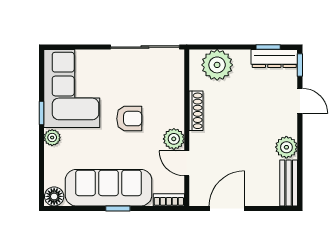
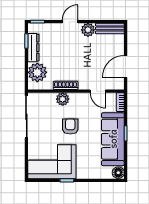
dresser: (274, 58) -> (33, 48), moved
door: (300, 101) -> (70, 22), moved
plant: (52, 138) -> (82, 174), removed
plant: (174, 139) -> (63, 99), moved
door: (187, 163) -> (98, 91), hinge flipped
door: (227, 208) -> (126, 66), hinge flipped

